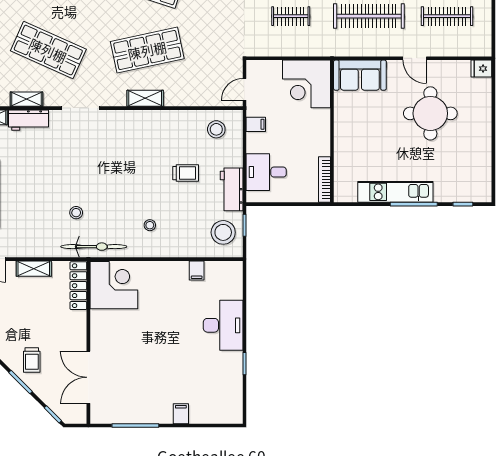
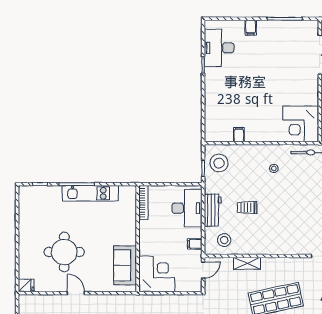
sofa: (360, 75) -> (125, 265), moved, turned -90
shelving: (145, 98) -> (247, 263), moved
desk: (266, 172) -> (187, 208), width x1.37
workbench: (232, 189) -> (213, 210), moved
desk: (223, 325) -> (219, 48), moved

